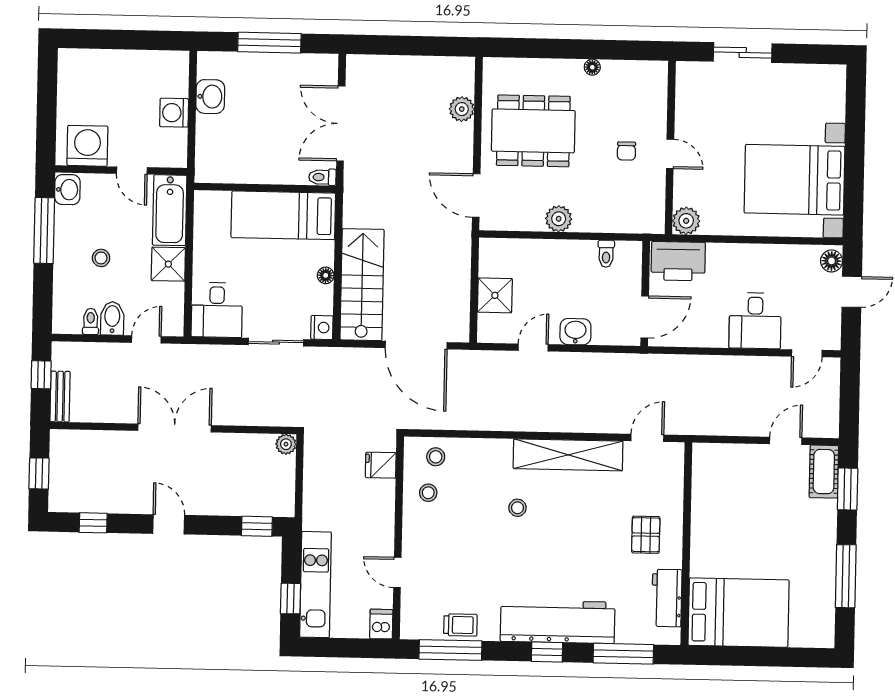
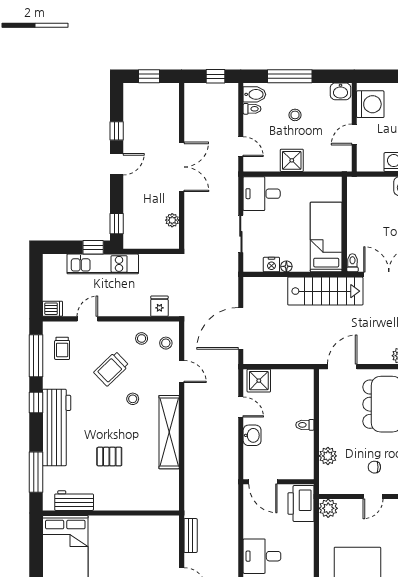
bathtub: (170, 210) -> (328, 160), removed
plant: (559, 219) -> (328, 456), moved
window: (44, 230) -> (290, 76), moved
toilet: (606, 254) -> (305, 425), moved
stairs: (362, 285) -> (325, 291), moved
shower: (495, 295) -> (259, 381), moved
bidet: (112, 318) -> (254, 94), moved
nightstand: (322, 327) -> (271, 265), moved
bench: (60, 397) -> (191, 536), moved, turned 90
door: (647, 438) -> (182, 371), moved
plant: (286, 444) -> (172, 220), moved
window: (93, 523) -> (117, 131), moved
pallet: (646, 535) -> (109, 457), moved
trolley: (472, 539) -> (111, 369), added
kitchen unit: (315, 585) -> (103, 264), moved
window: (291, 599) -> (93, 247), moved
trolley: (460, 625) -> (62, 348), moved
window: (547, 652) -> (36, 403), moved

